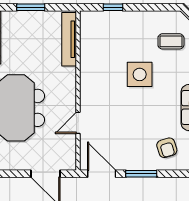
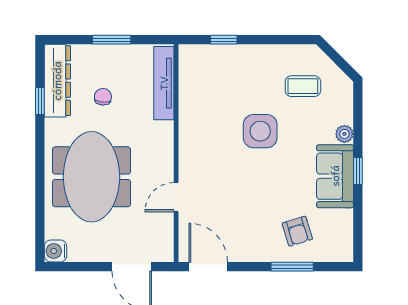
chair: (24, 49) -> (103, 97), added
window: (141, 174) -> (292, 267), moved

